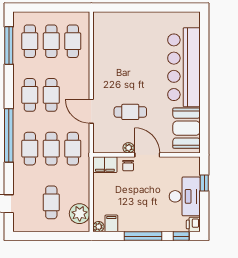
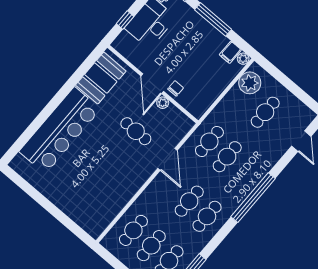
cafe table: (30, 149) -> (245, 172), removed
filing cabinet: (105, 165) -> (194, 106), removed

